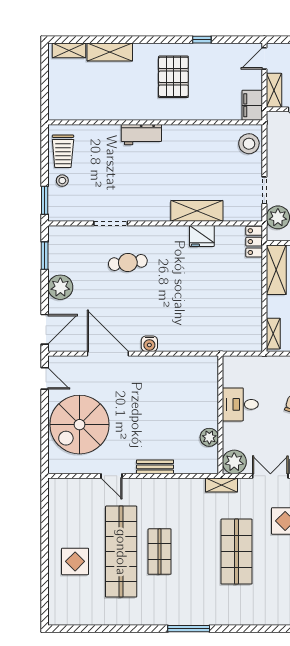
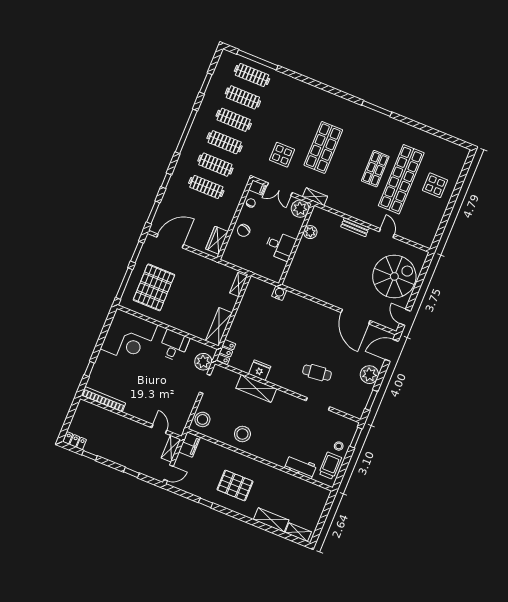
pallet: (173, 77) -> (235, 485), turned 90
workbench: (141, 135) -> (300, 467), moved
stool: (191, 146) -> (242, 434), added
water cooler: (149, 344) -> (279, 293), moved

